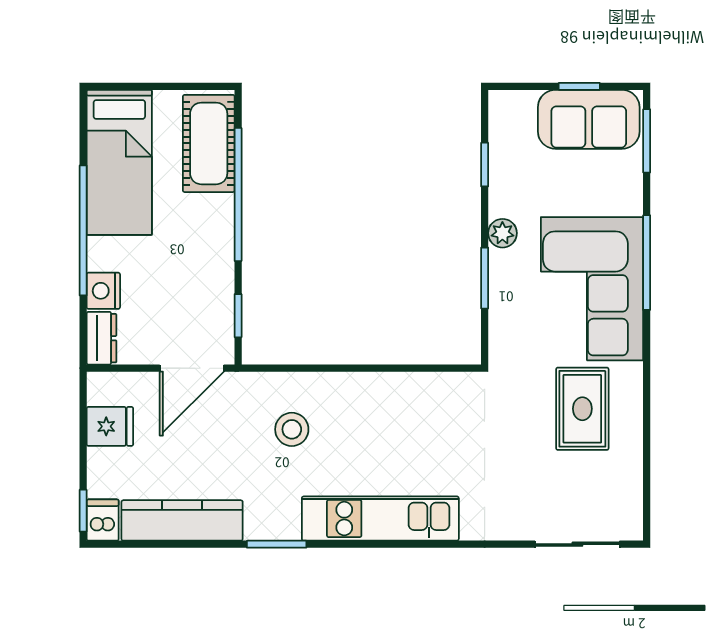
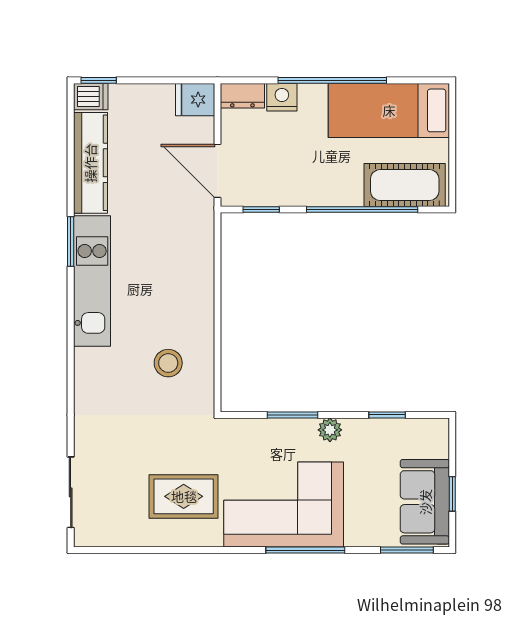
fridge: (110, 426) -> (195, 100), moved, turned 90
stool: (292, 429) -> (168, 363), moved
kitchen unit: (380, 519) -> (92, 281), moved

